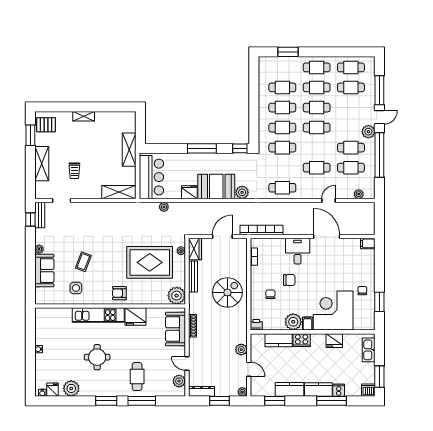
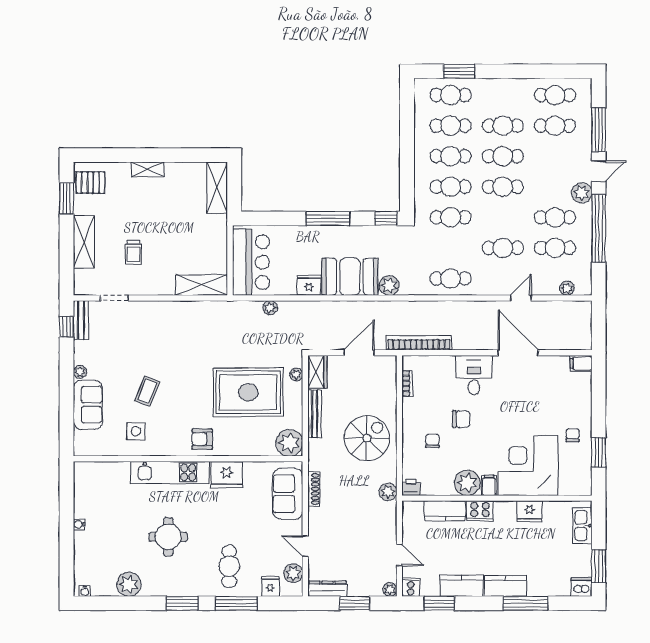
cafe table: (317, 67) -> (451, 95), moved
shelving: (129, 150) -> (217, 188), moved
plant: (241, 350) -> (388, 492), moved
fridge: (52, 390) -> (270, 586), moved
cooker: (339, 390) -> (411, 587), moved

